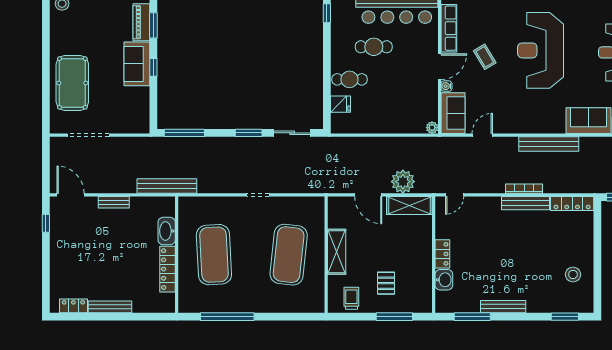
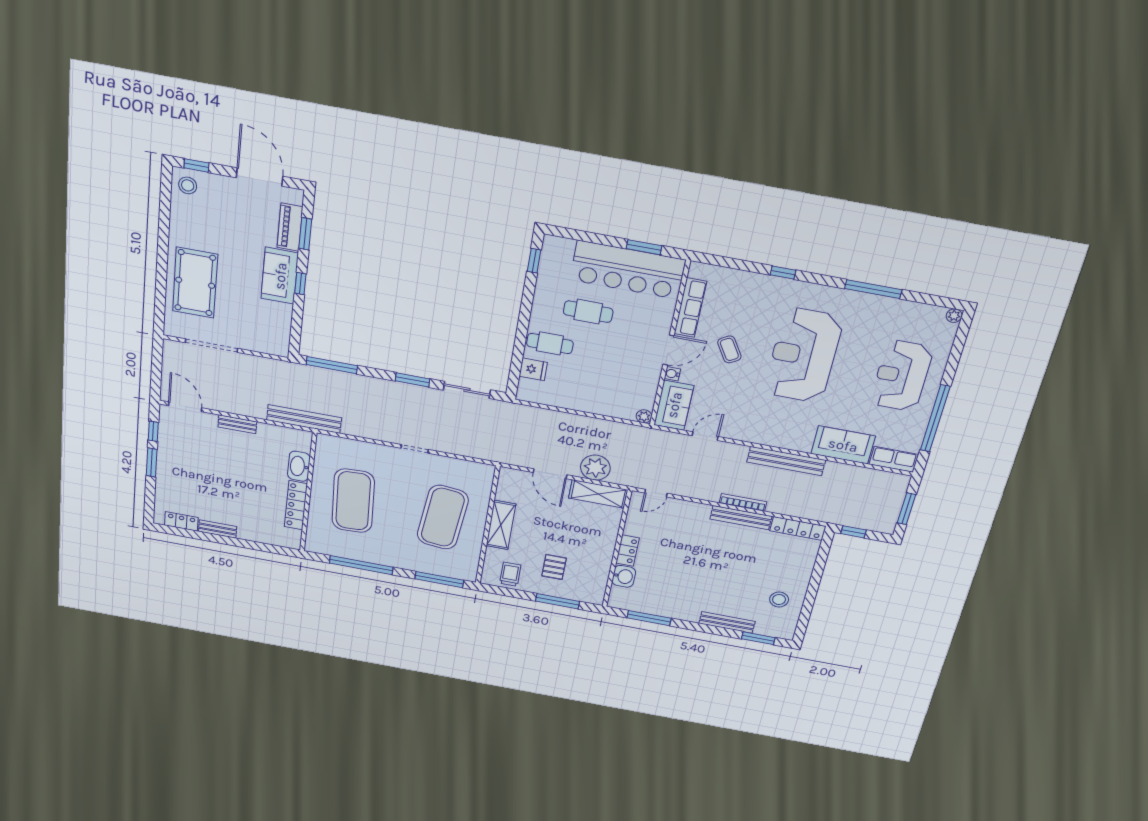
window: (46, 253) -> (152, 462), added
bench: (110, 307) -> (218, 529), width x0.73
bench: (503, 307) -> (727, 622), moved
window: (294, 317) -> (439, 580), added

